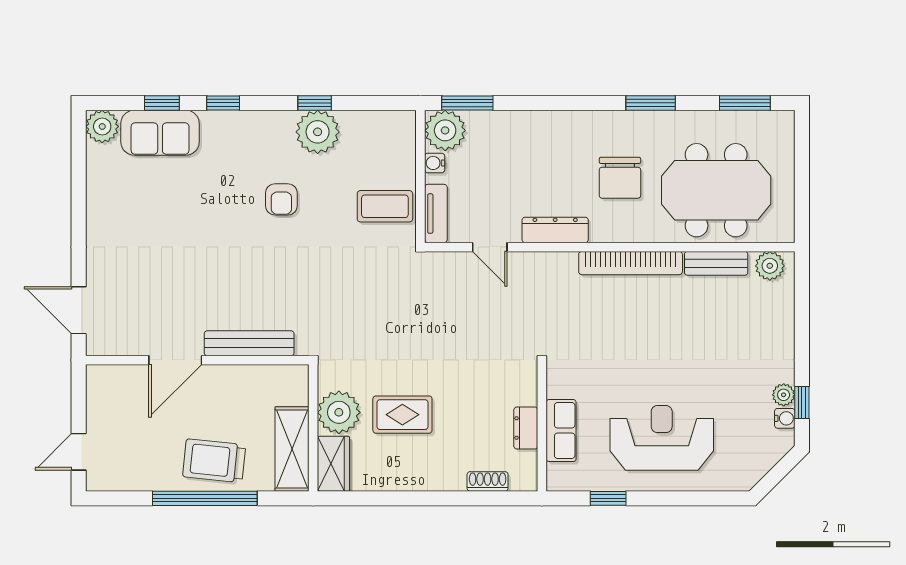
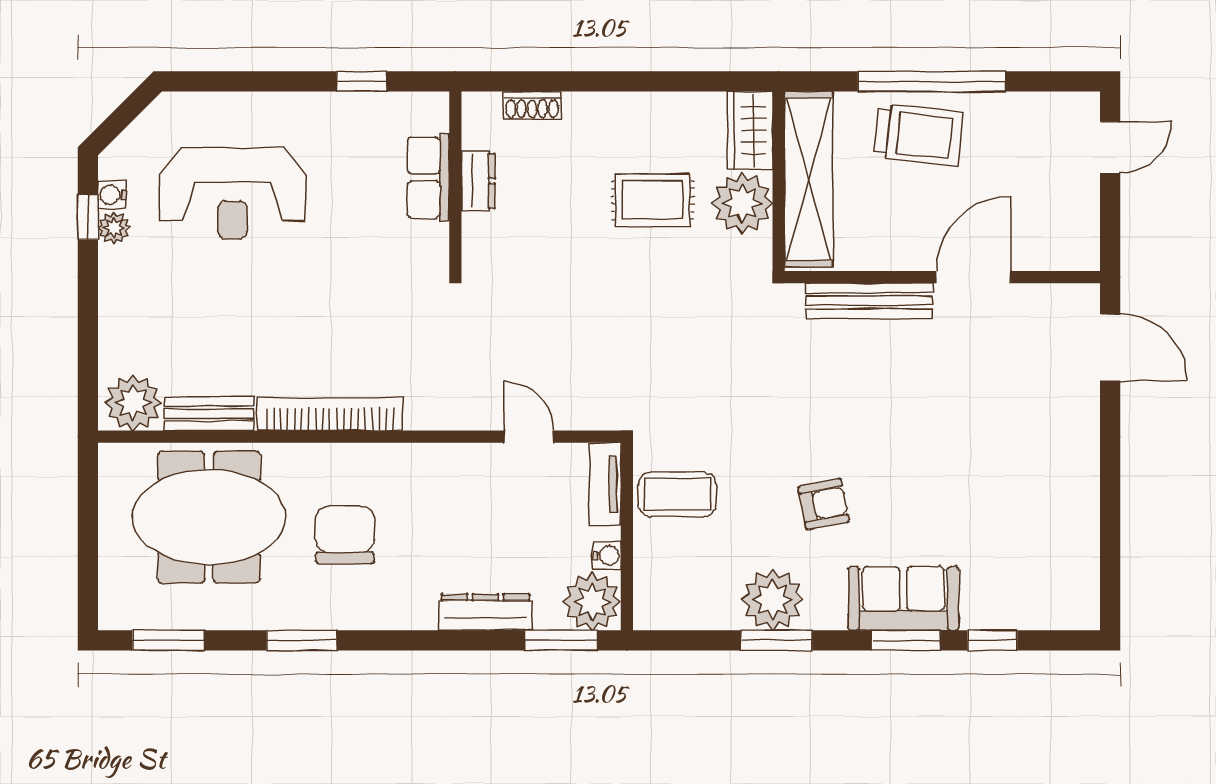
window: (223, 103) -> (906, 640), width x1.50
window: (315, 103) -> (777, 640), width x1.50
plant: (102, 126) -> (1077, 607), removed
sofa: (160, 133) -> (903, 598), moved
armchair: (281, 199) -> (824, 504), turned 79
dresser: (555, 230) -> (485, 612), moved, turned 180
plant: (770, 266) -> (133, 403), width x1.36, depth x1.36
reception desk: (662, 438) -> (233, 193), moved
shelving: (292, 449) -> (809, 179), width x1.47

